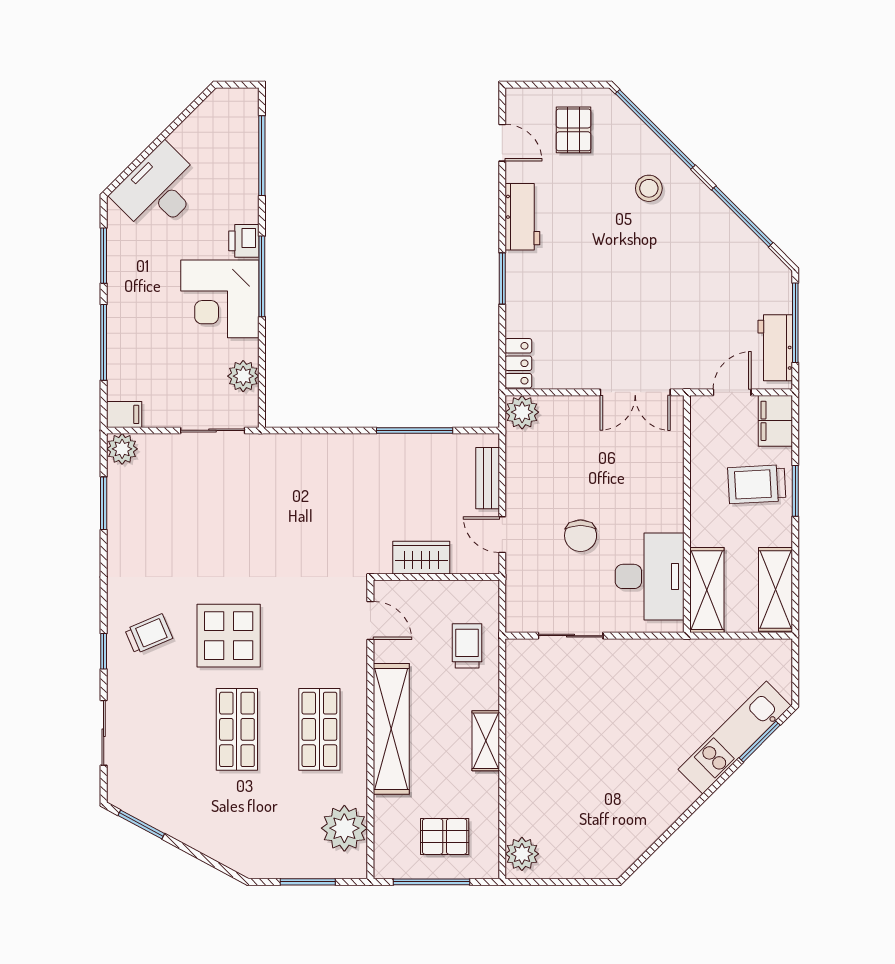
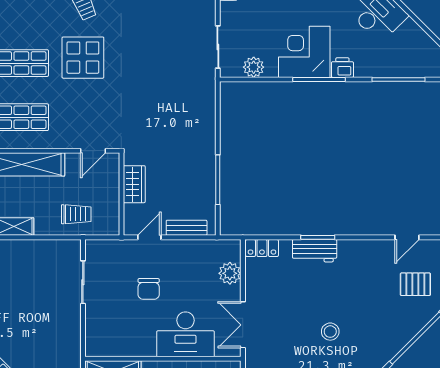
stool: (649, 188) -> (330, 332), moved
workbench: (522, 217) -> (315, 251), moved
plant: (522, 412) -> (230, 273), moved
chair: (581, 536) -> (149, 289), turned -90
desk: (650, 576) -> (185, 334), moved

